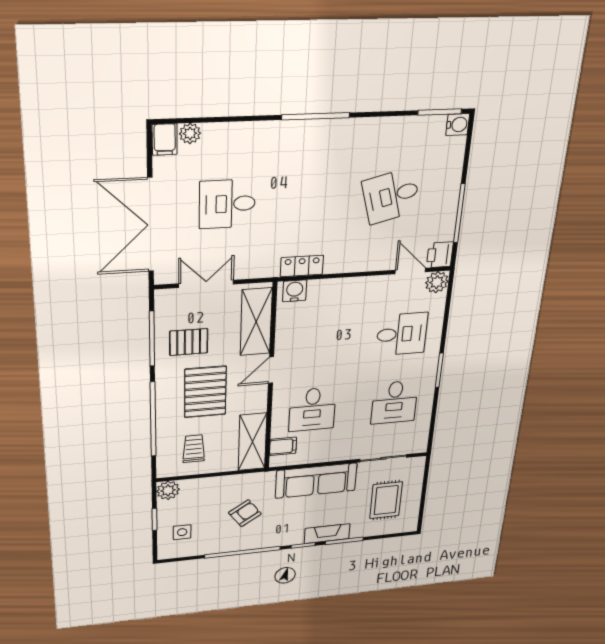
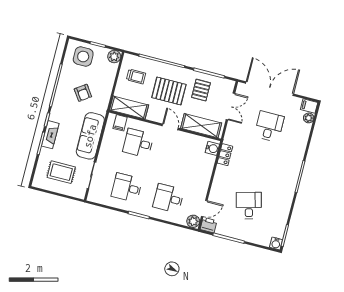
desk: (402, 334) -> (168, 198), turned 90
side table: (182, 532) -> (83, 57), width x1.87, depth x1.87

